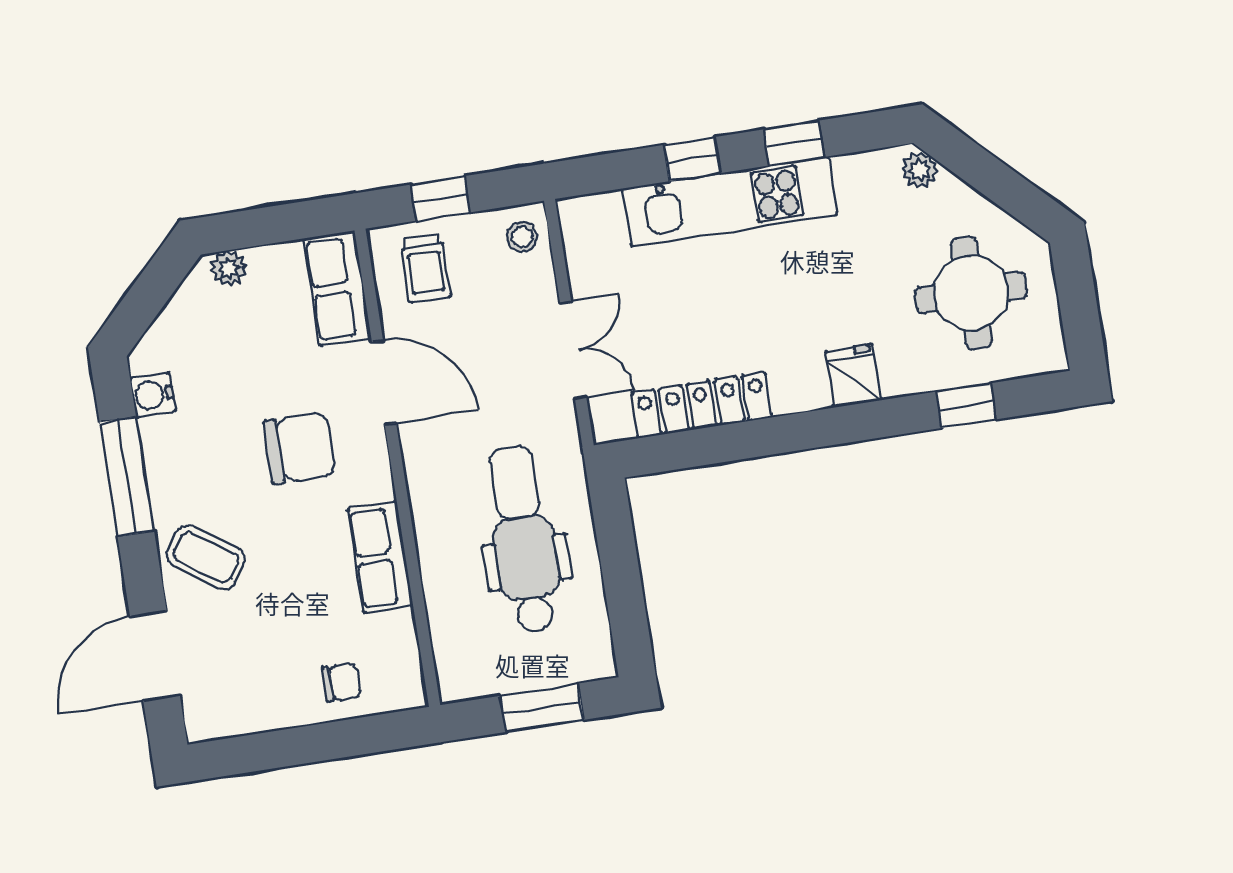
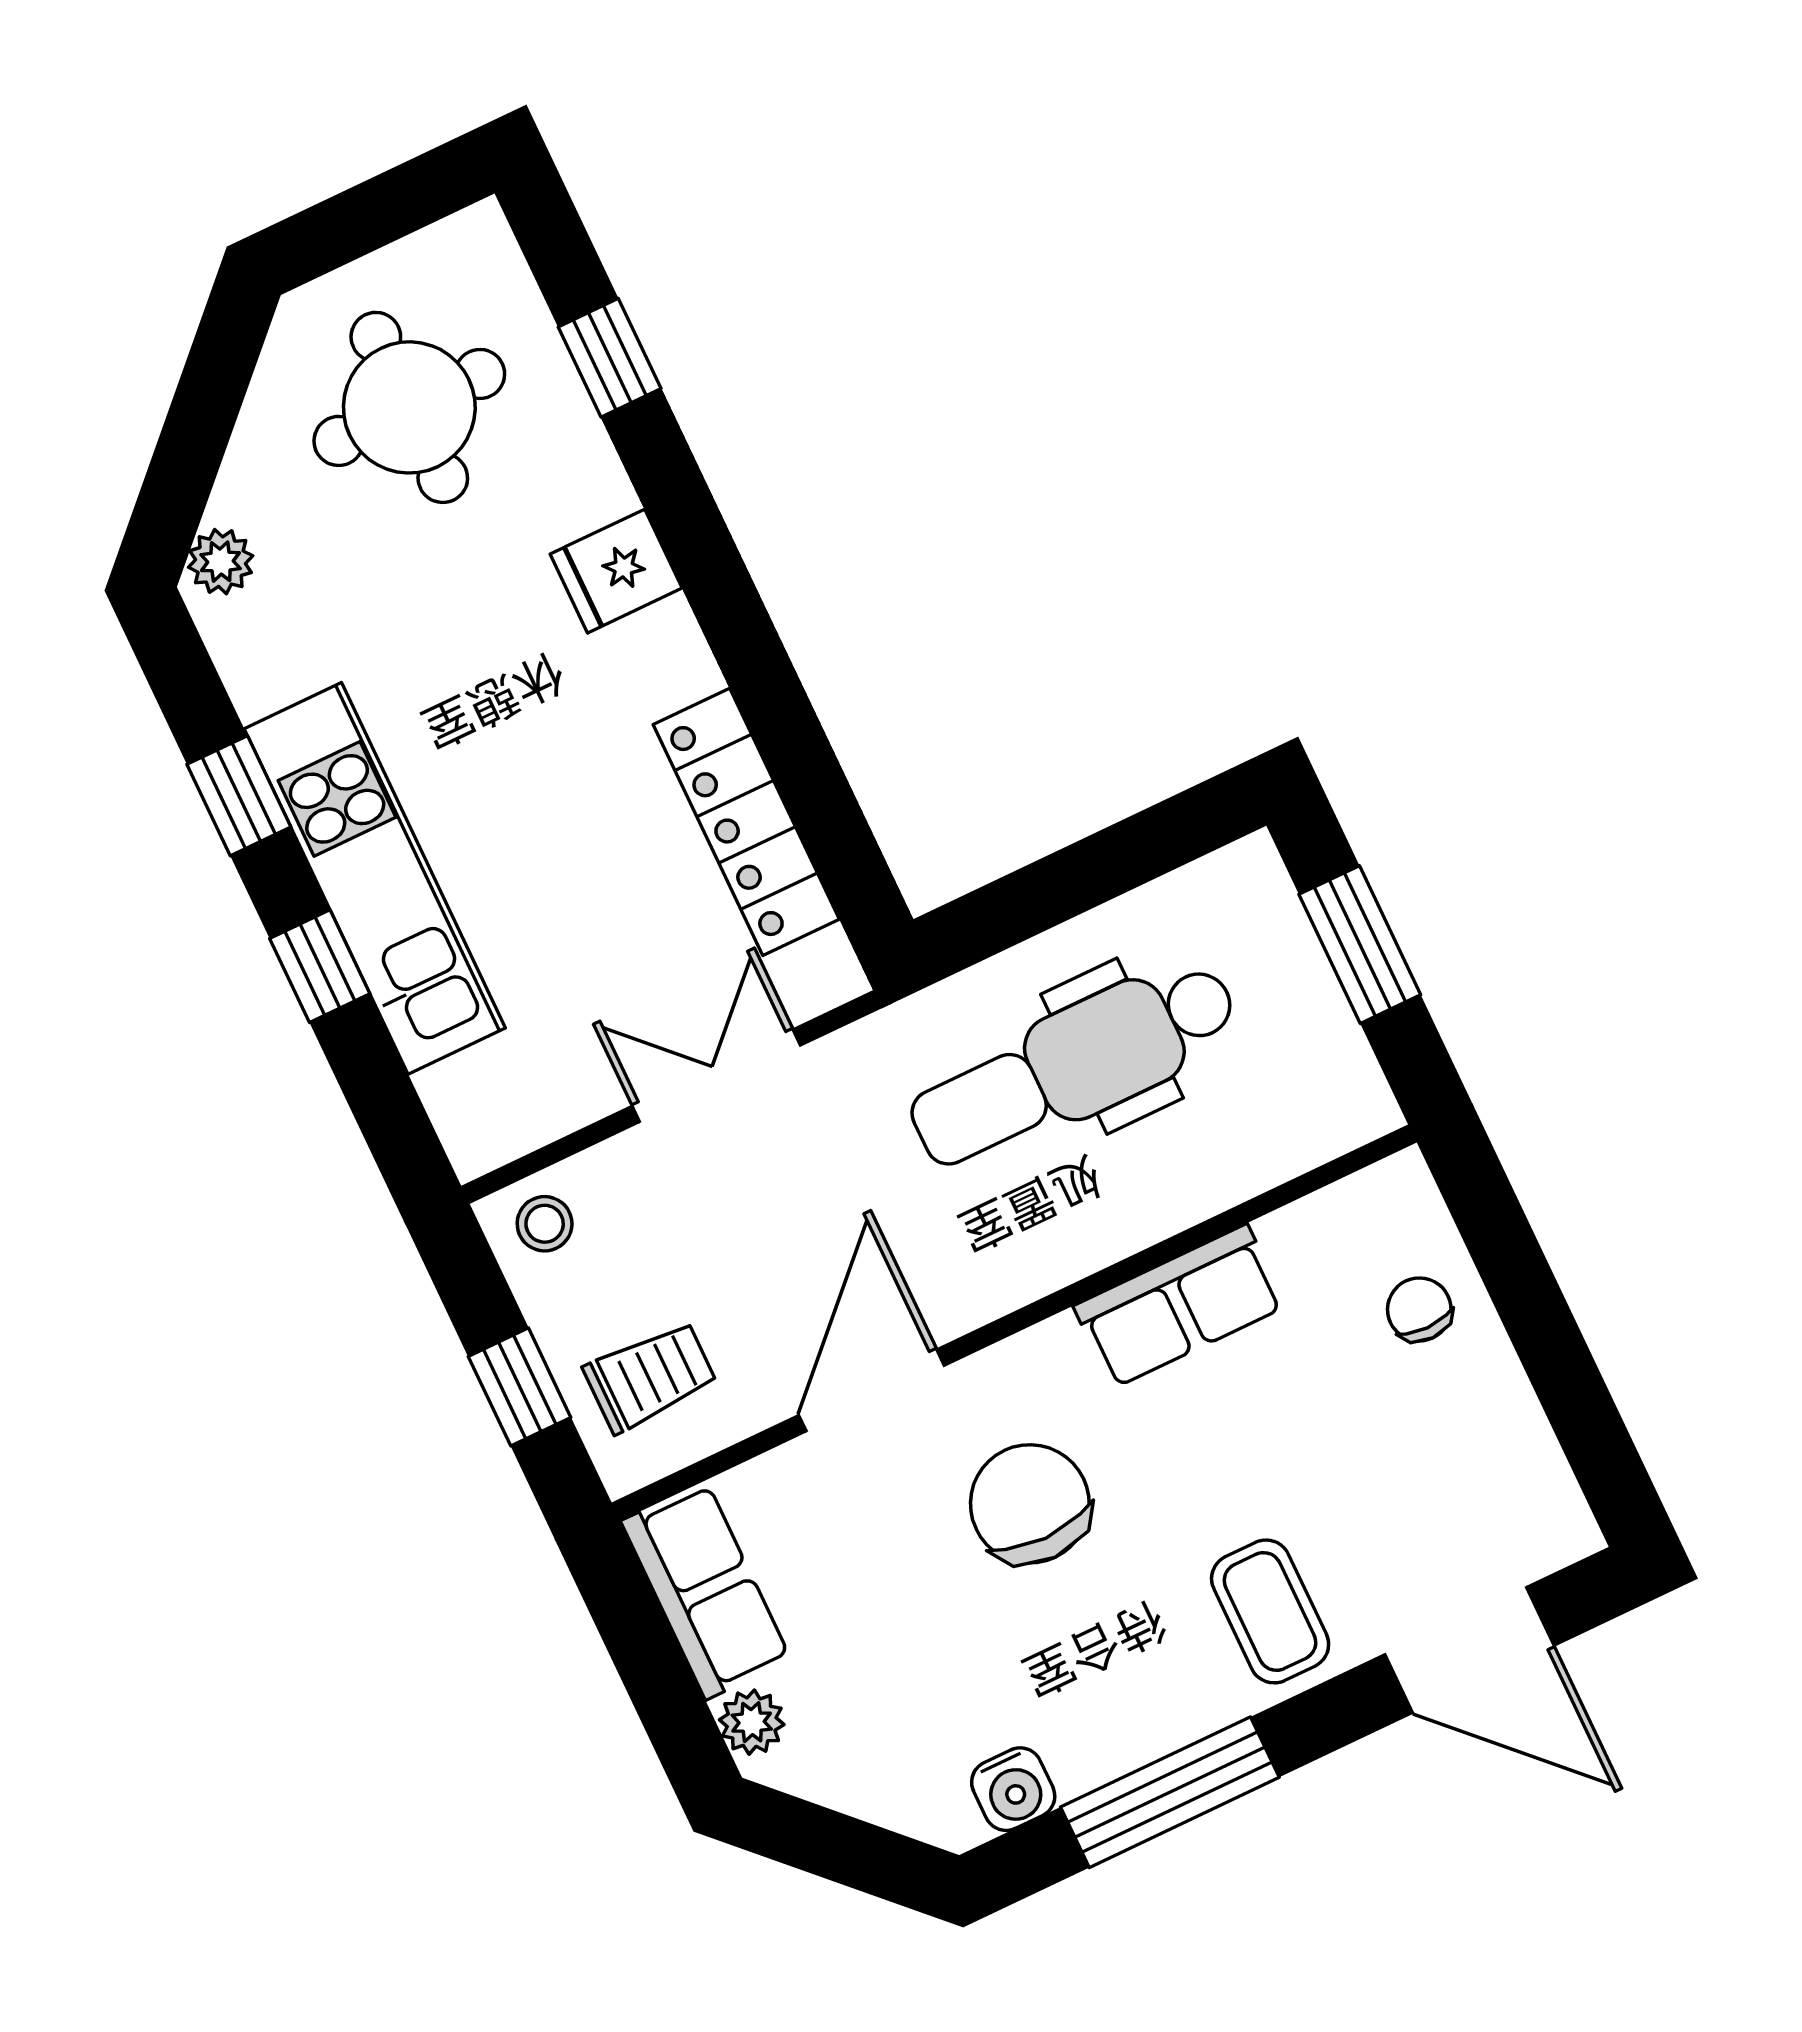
row of seats: (337, 288) -> (706, 1590), moved, turned -90
coffee table: (206, 557) -> (1270, 1611), turned -35

